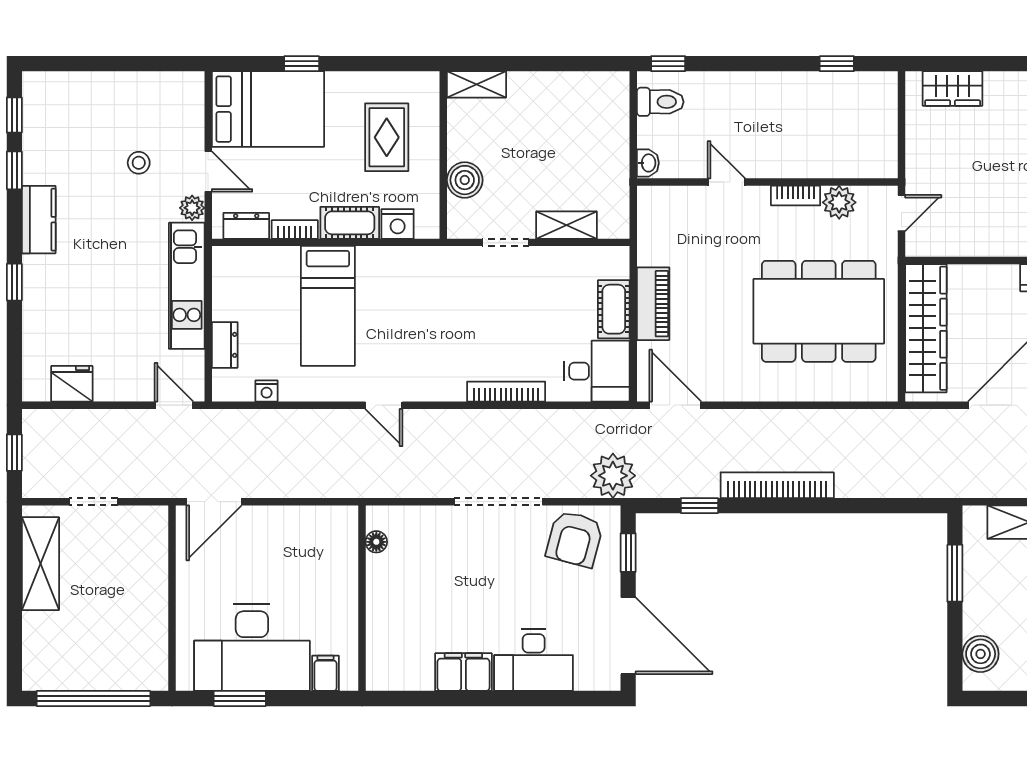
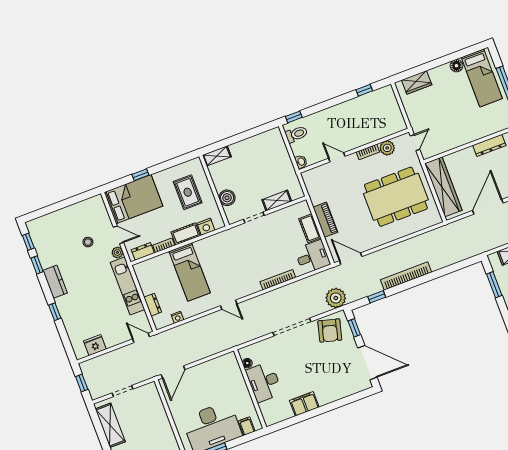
desk: (534, 660) -> (264, 382), moved, turned 90

